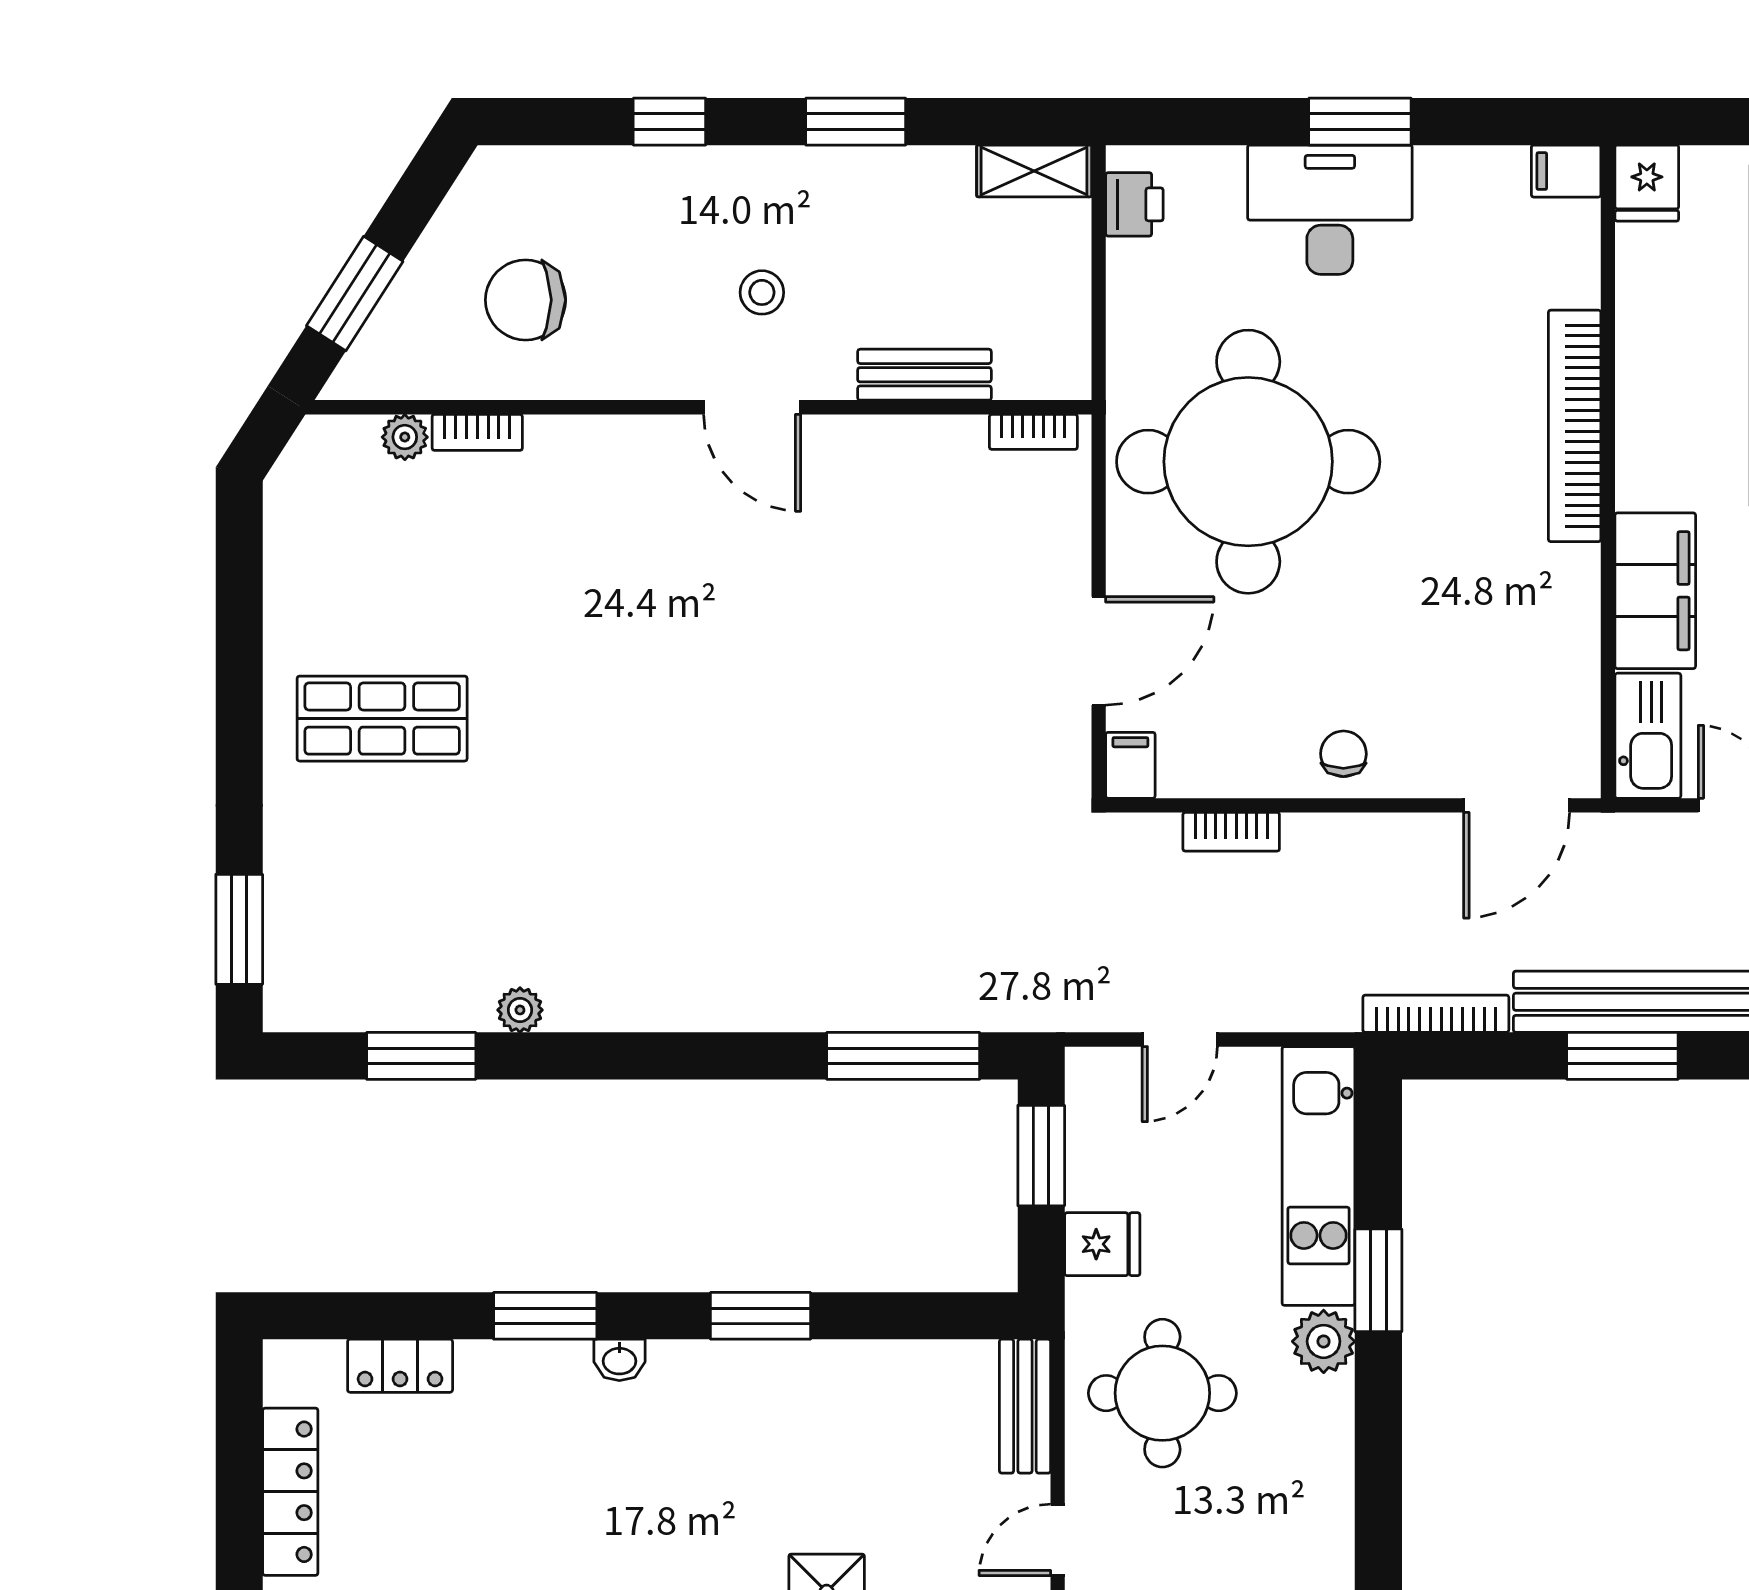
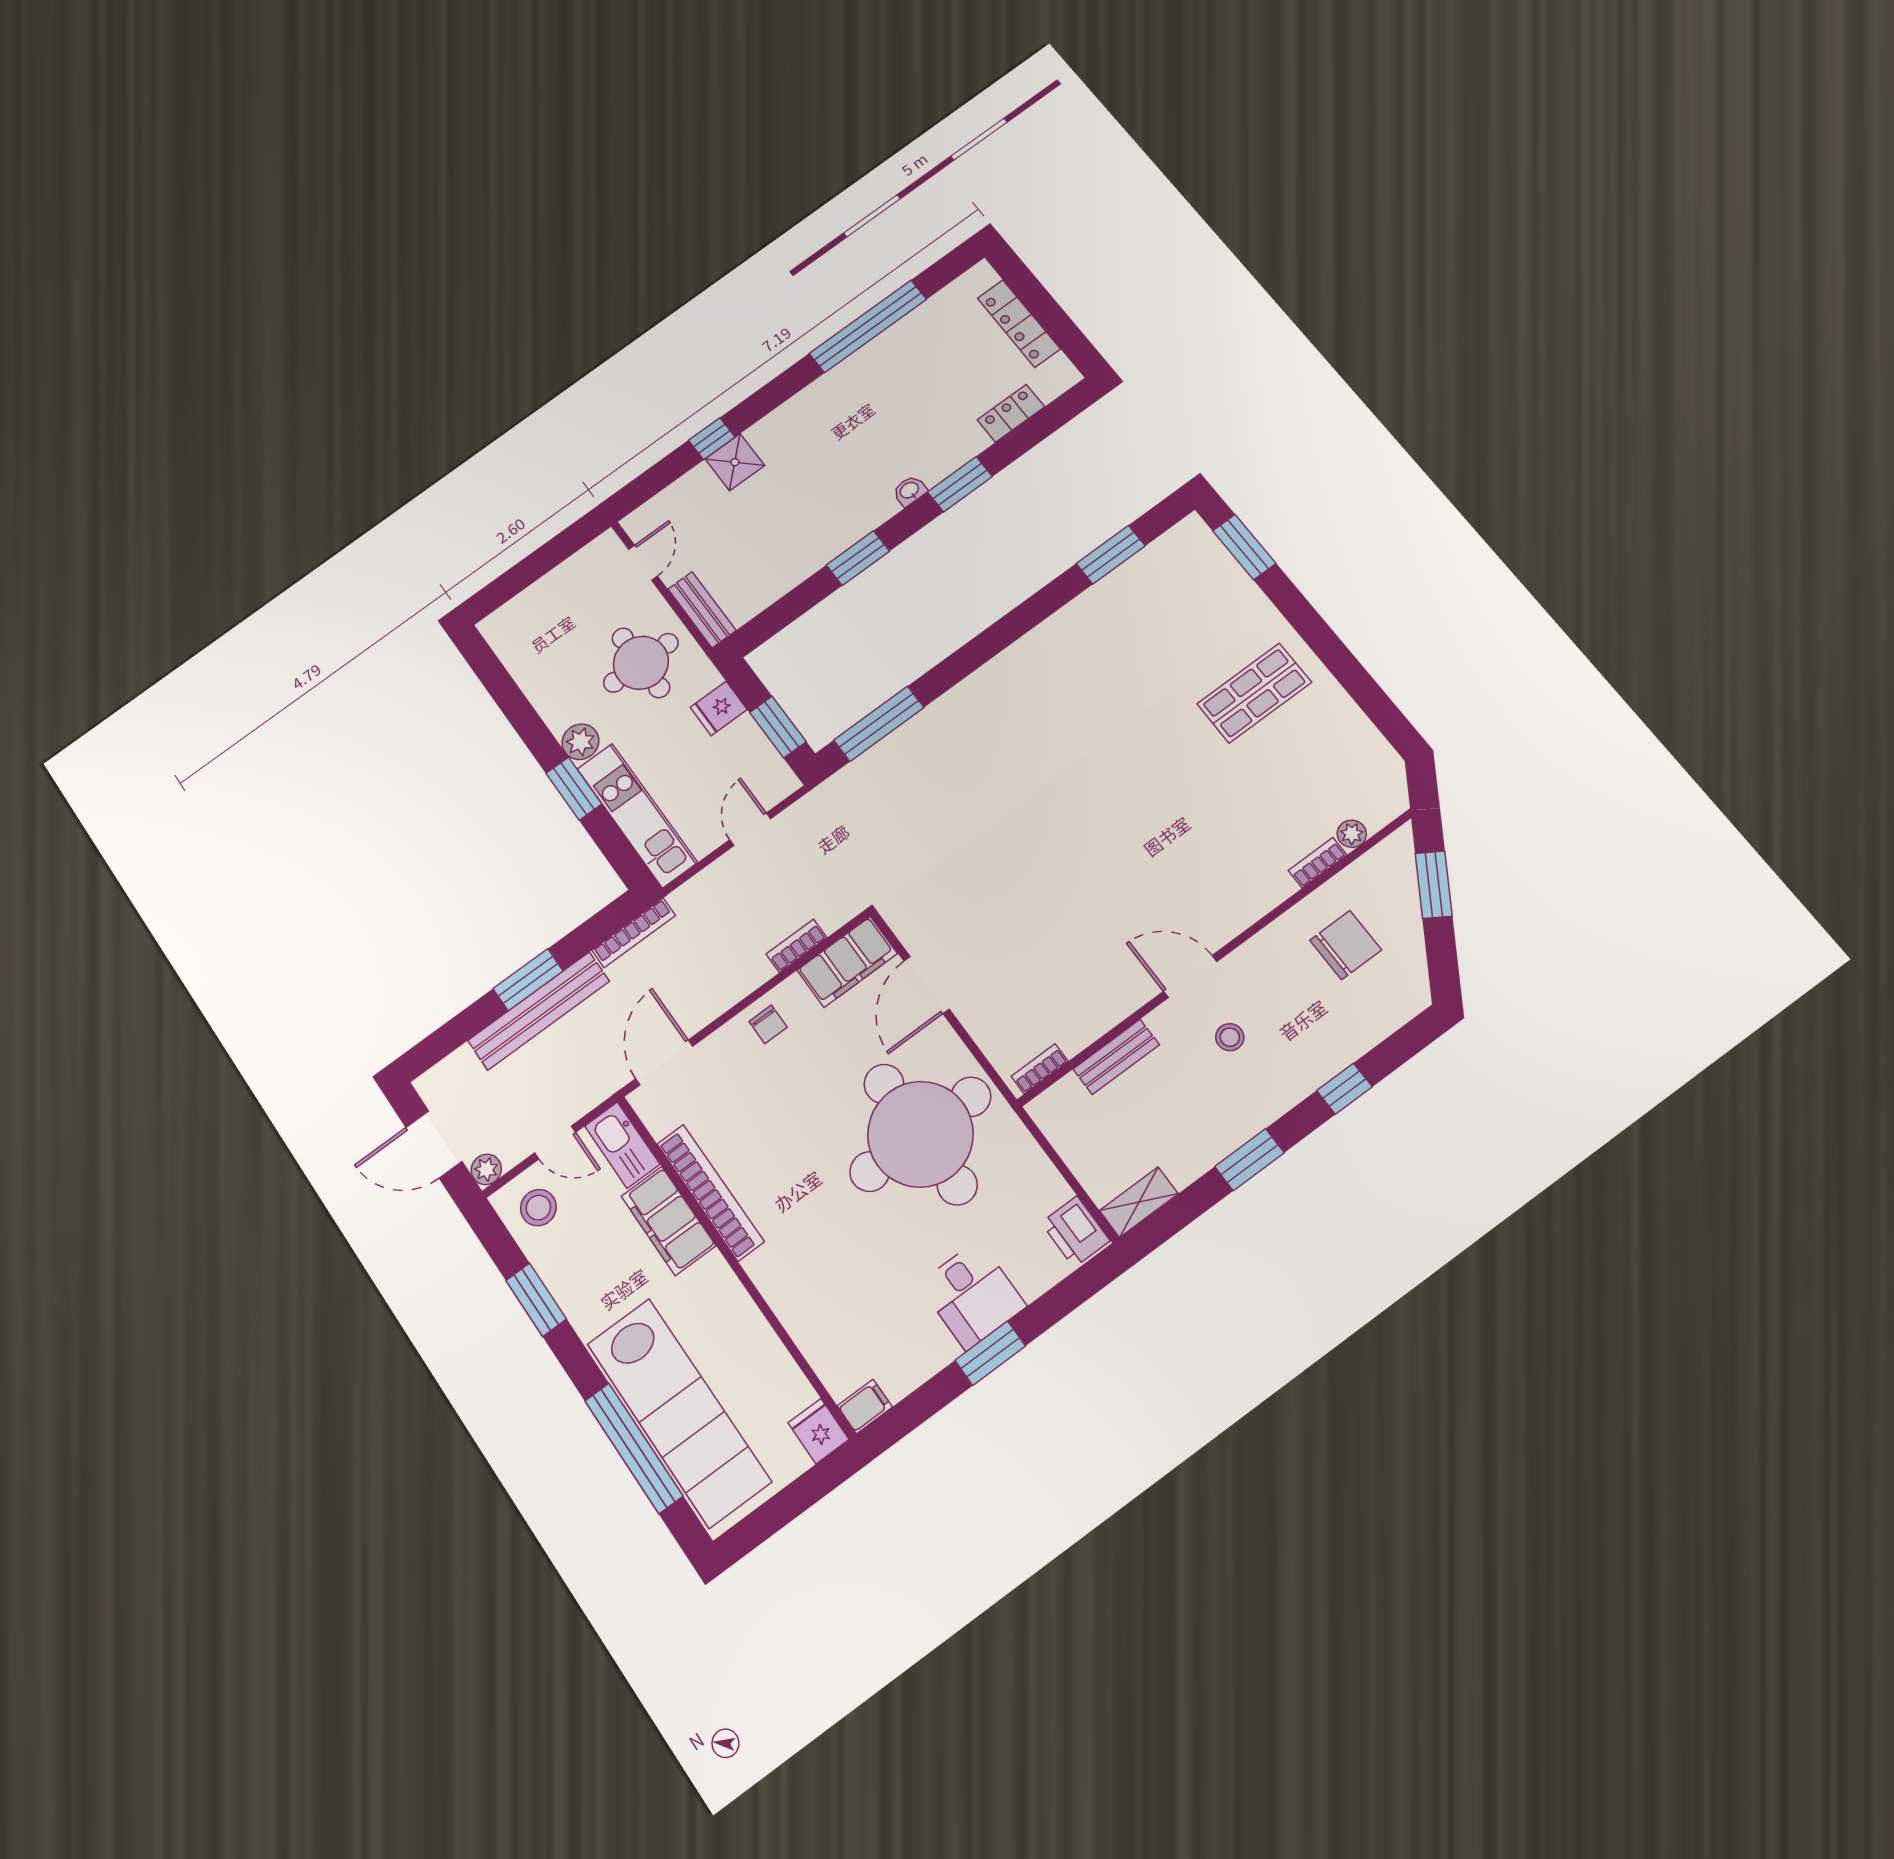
printer: (1134, 204) -> (1075, 1232), width x1.36, depth x1.24
desk: (1330, 210) -> (972, 1295), width x0.73
bookcase: (1575, 426) -> (710, 1193), moved
filing cabinet: (1130, 765) -> (847, 962), width x3.00, depth x1.17
plant: (520, 1010) -> (1080, 610), removed

